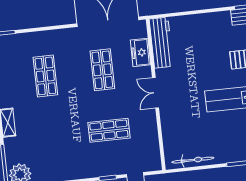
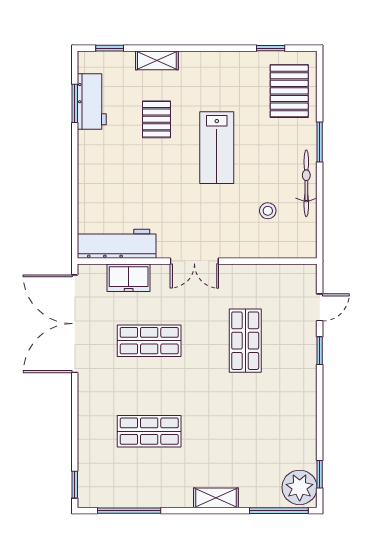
stool: (192, 136) -> (268, 211), added
bicycle: (193, 160) -> (306, 183), moved

